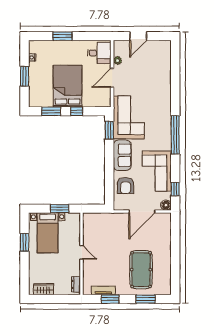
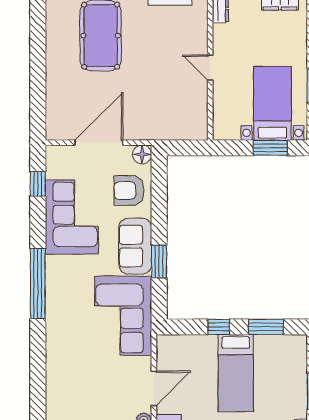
bed: (68, 86) -> (236, 373), width x0.67
window: (109, 130) -> (159, 262), moved
armchair: (126, 185) -> (129, 191), turned -90
floor lamp: (166, 205) -> (142, 154), moved
window: (60, 209) -> (270, 148), moved

